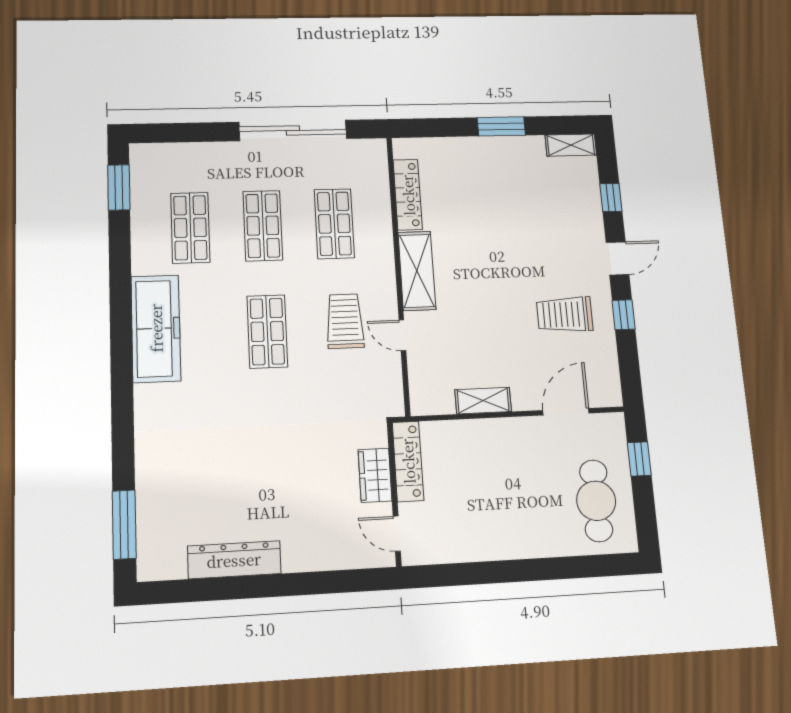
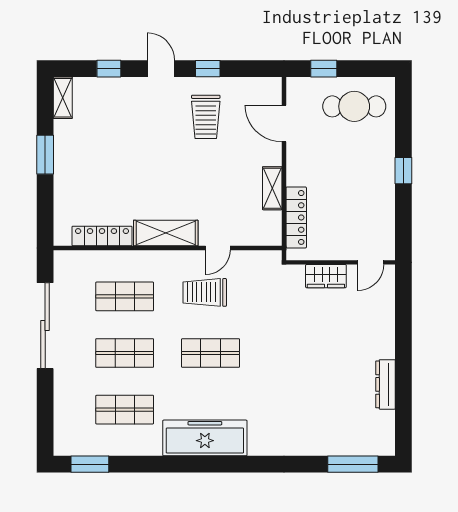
locker: (408, 461) -> (296, 217), moved, turned 90
dresser: (234, 560) -> (385, 384), width x0.73, depth x0.80
window: (520, 571) -> (403, 171), added

